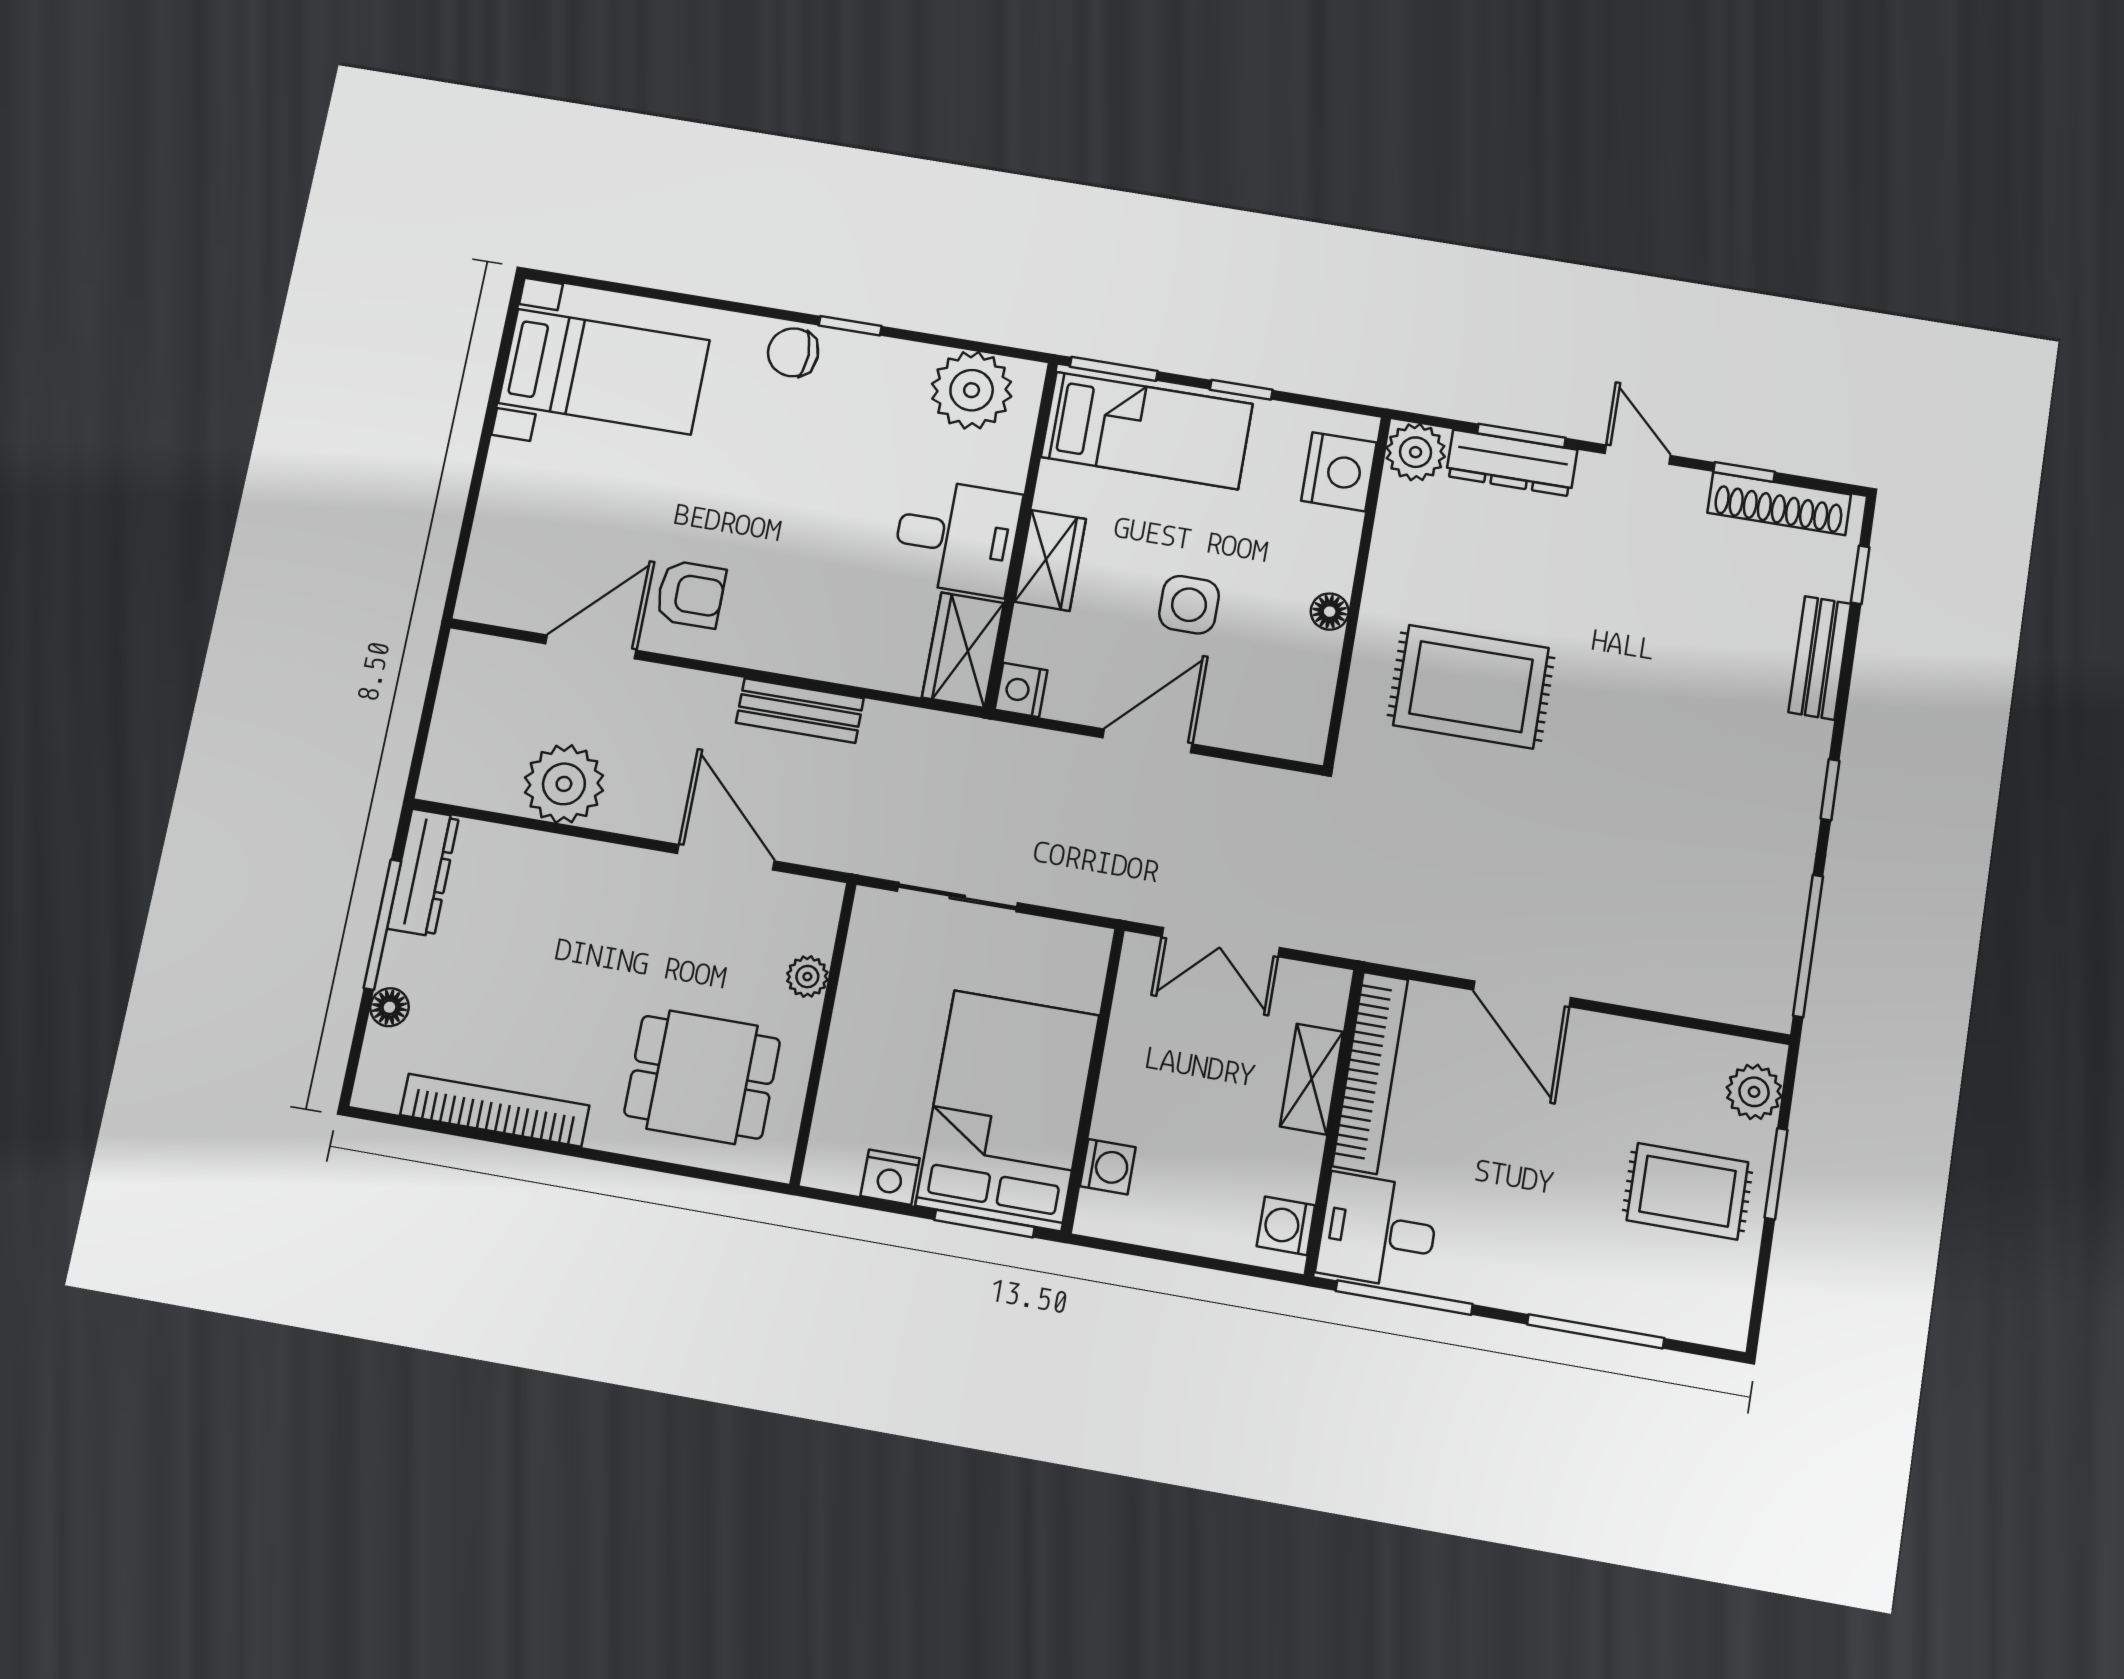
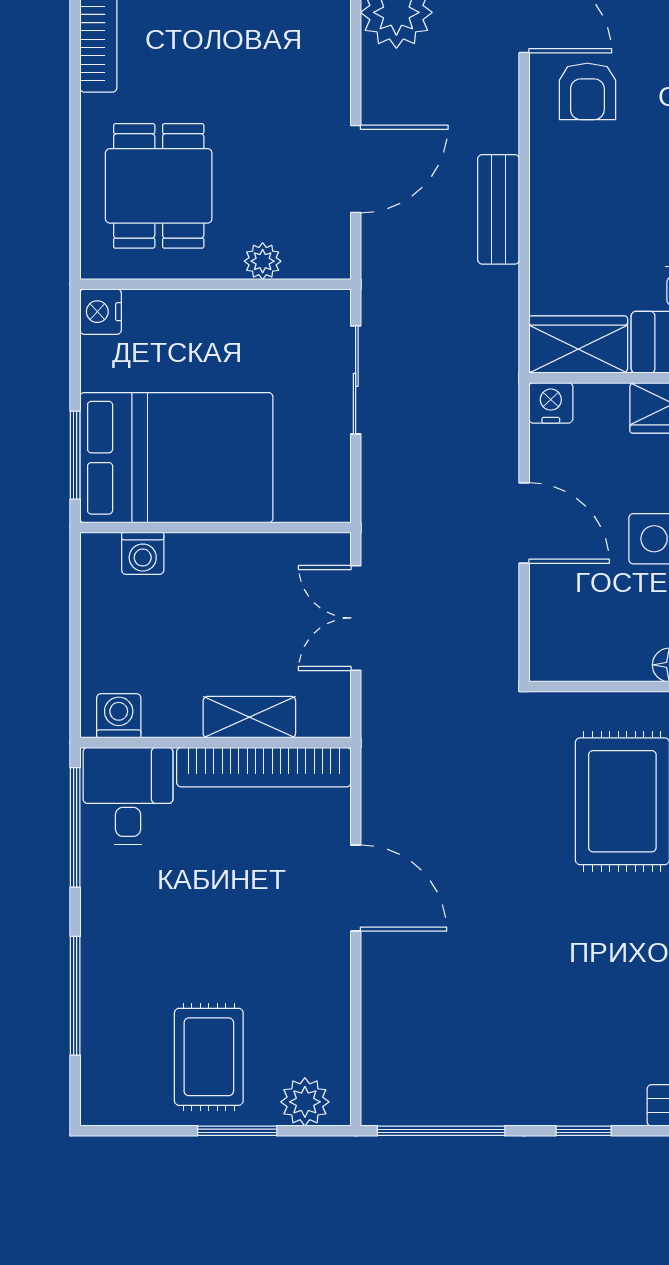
door: (1522, 994) -> (356, 888), swing flipped
nightstand: (890, 1177) -> (101, 312), moved

